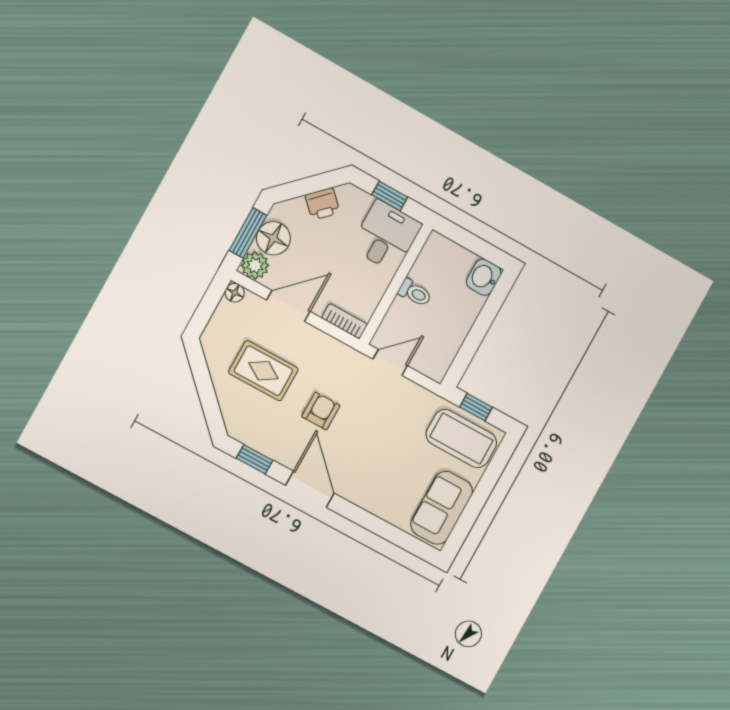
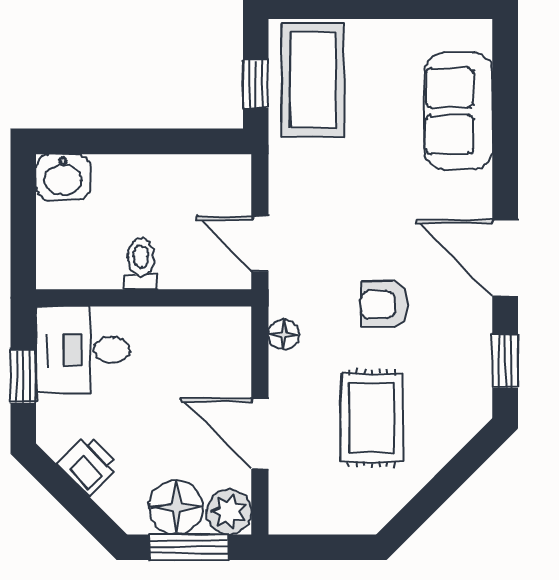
floor lamp: (235, 293) -> (284, 334), moved
bookcase: (344, 321) -> (237, 342), removed
door: (310, 489) -> (505, 258), hinge flipped
sofa: (442, 508) -> (459, 111), moved, turned 90

